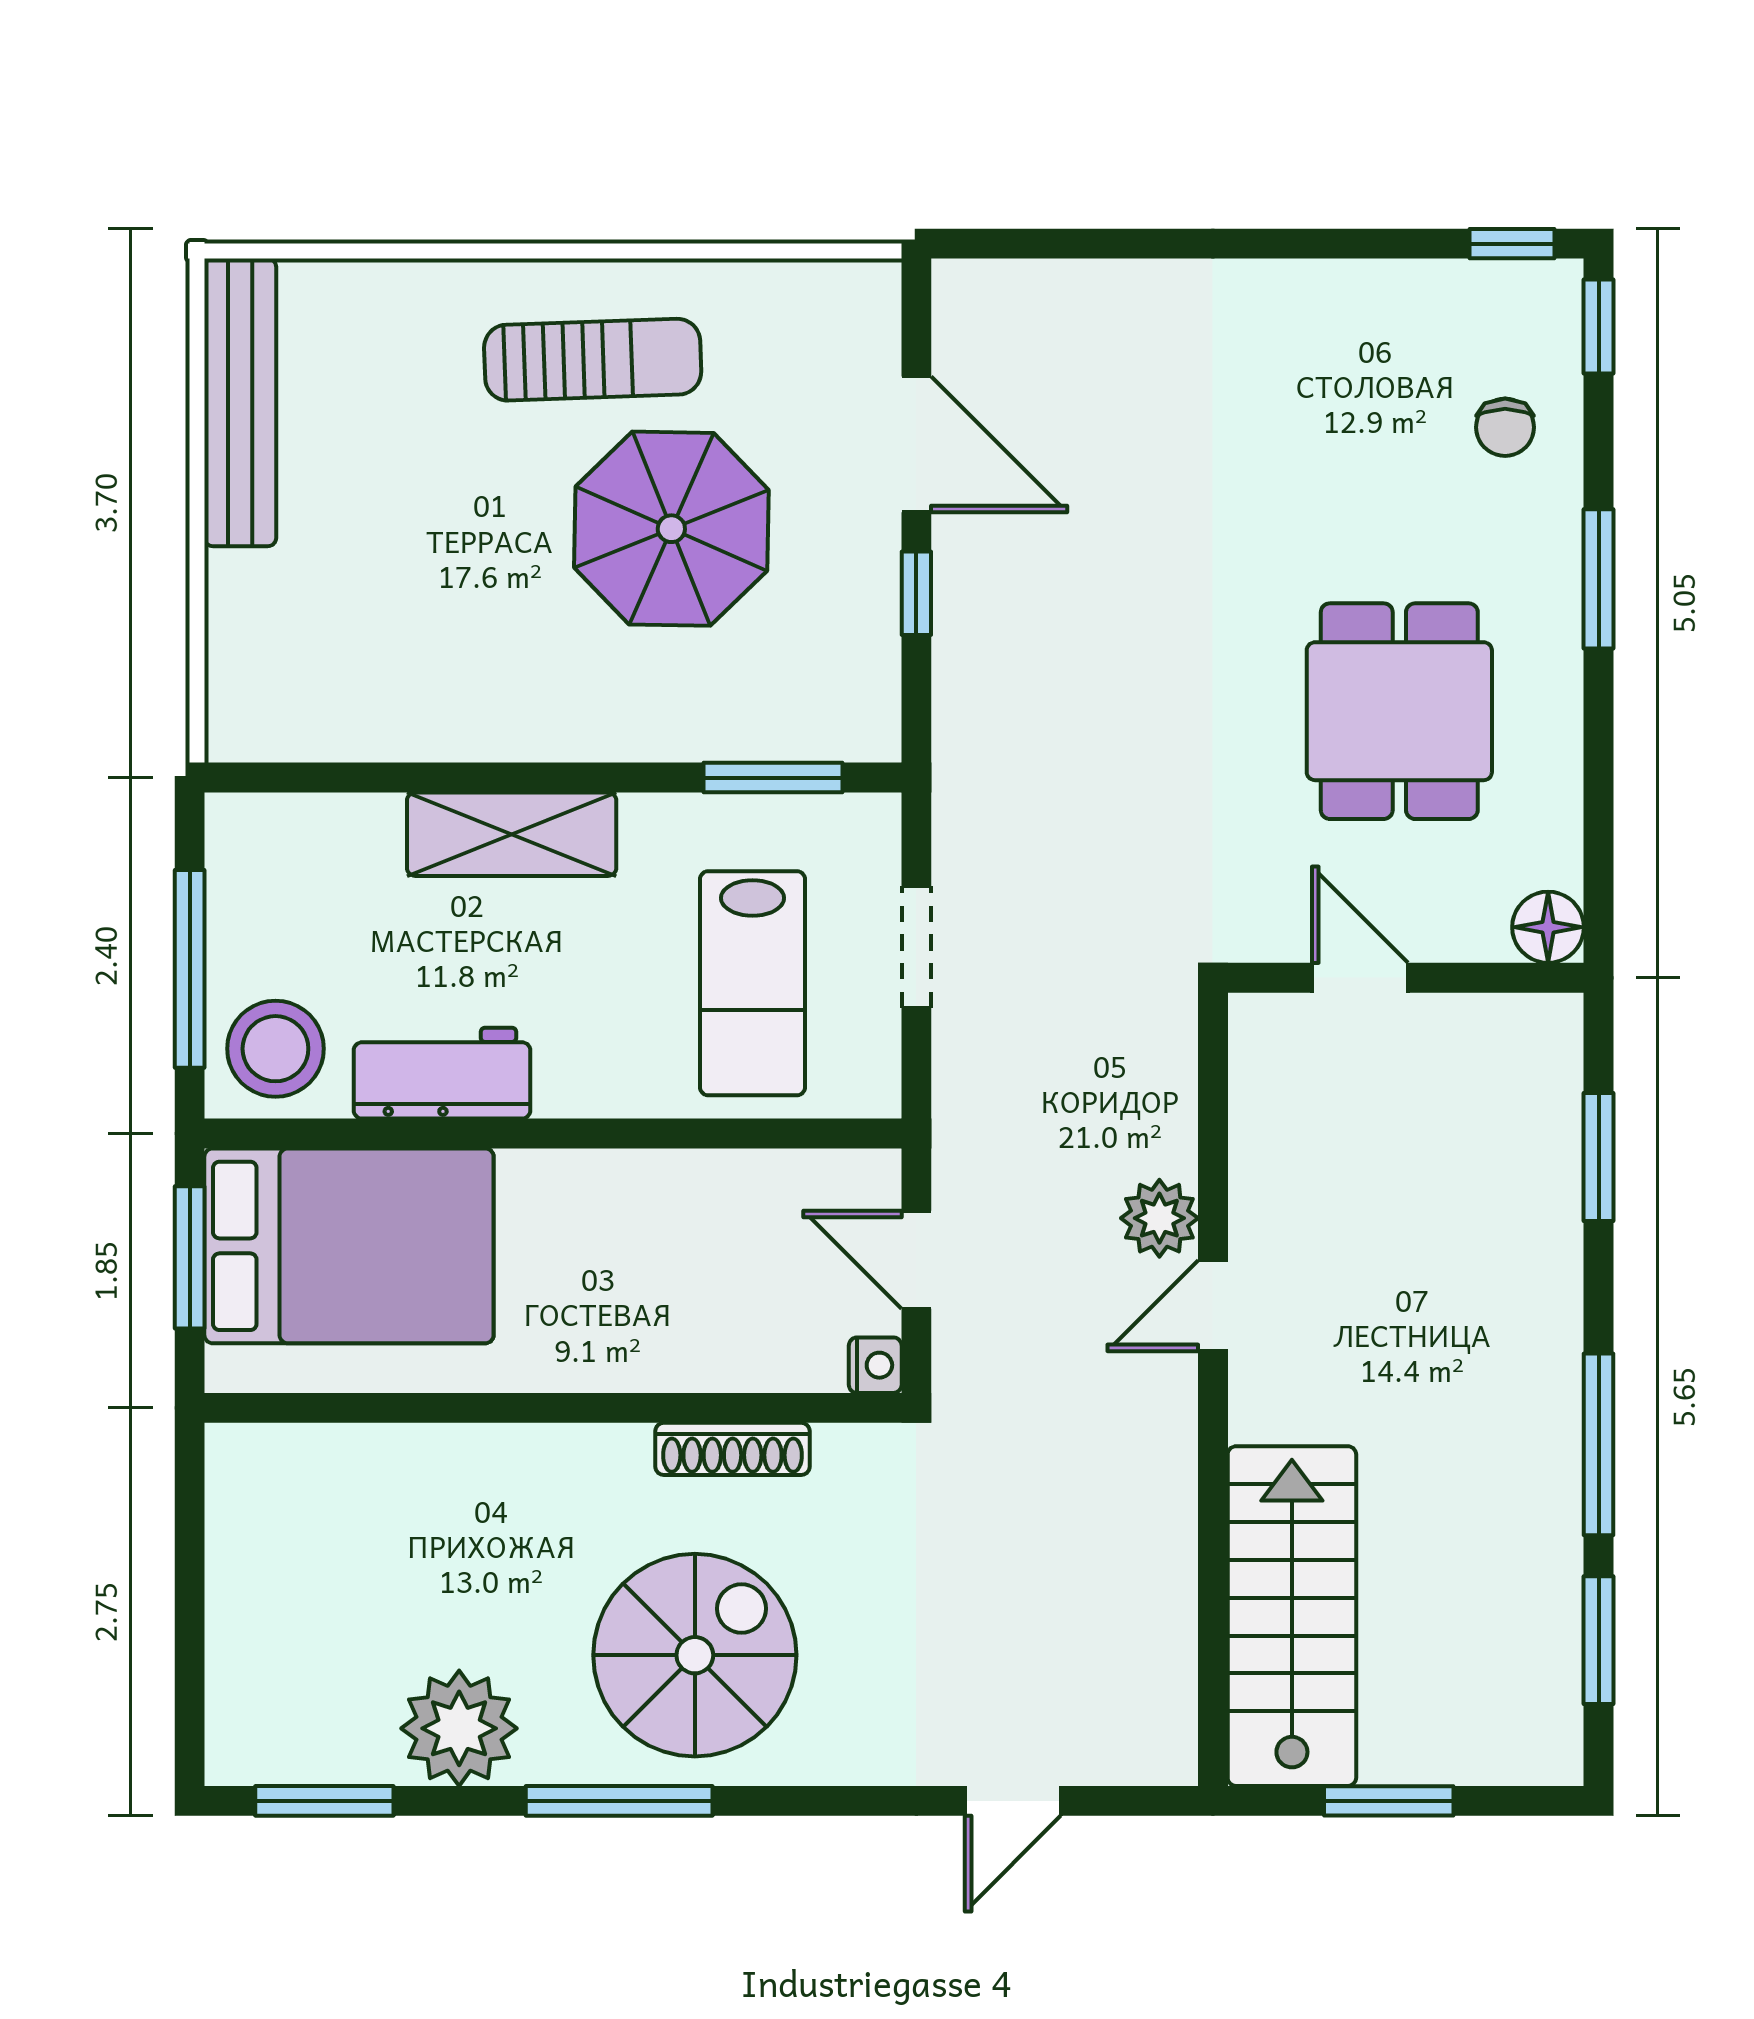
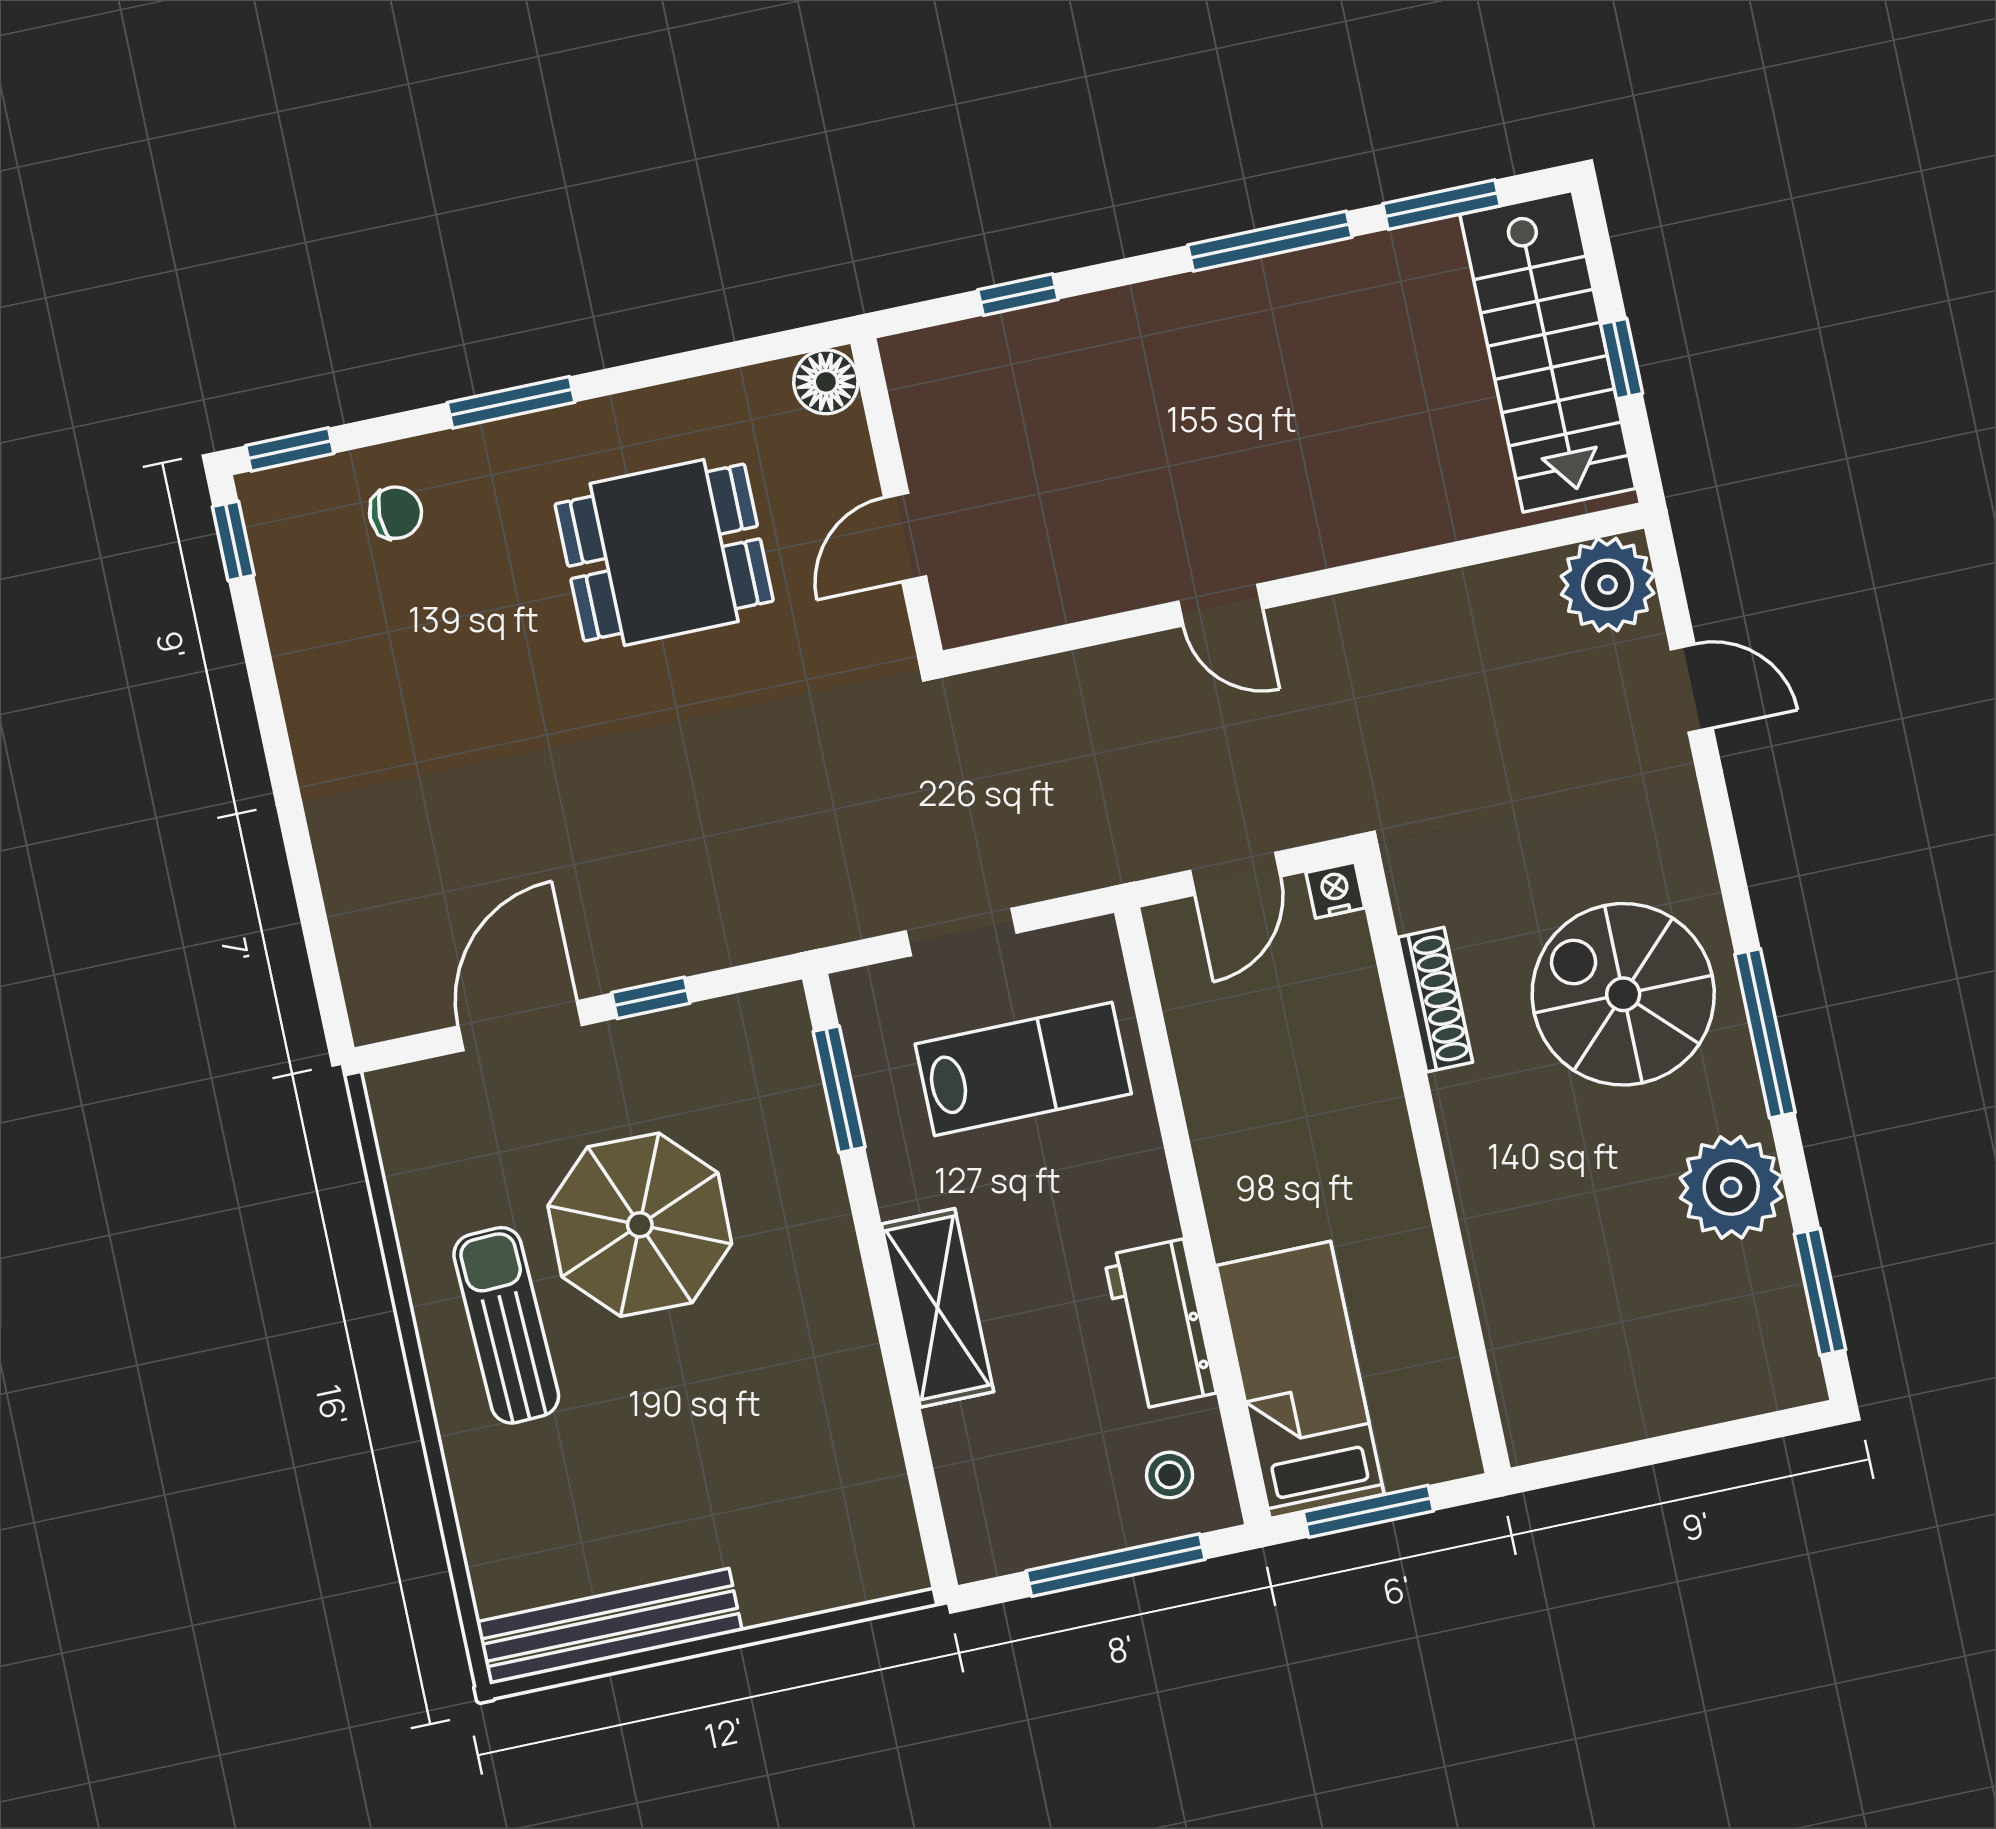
stool: (275, 1049) -> (1170, 1475), width x0.53, depth x0.53
window: (1599, 1157) -> (1018, 295), width x0.67
plant: (1159, 1218) -> (1608, 585), moved, width x1.36, depth x1.36
bed: (349, 1246) -> (1300, 1380), width x0.67
stairs: (1292, 1616) -> (1548, 351), moved, turned -90
window: (1389, 1801) -> (1622, 359), width x0.67

